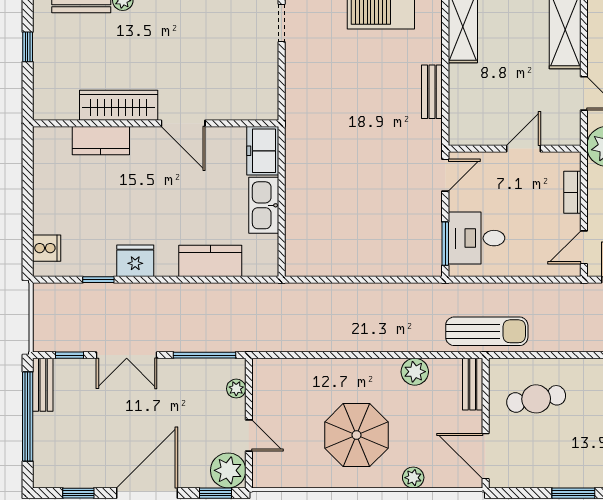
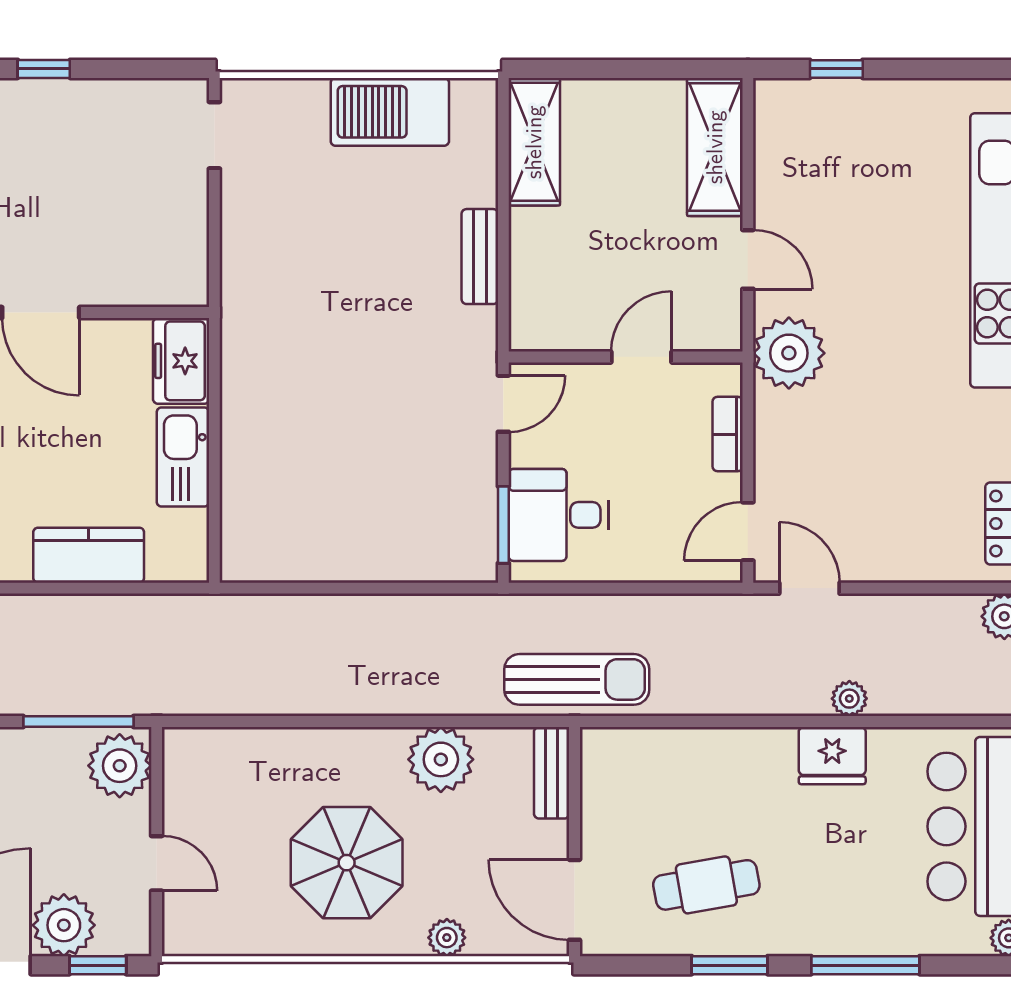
plant: (415, 372) -> (441, 759), width x1.36, depth x1.36
plant: (236, 389) -> (120, 766), width x1.88, depth x1.88
cafe table: (536, 399) -> (706, 885), moved
plant: (228, 470) -> (64, 925), moved

